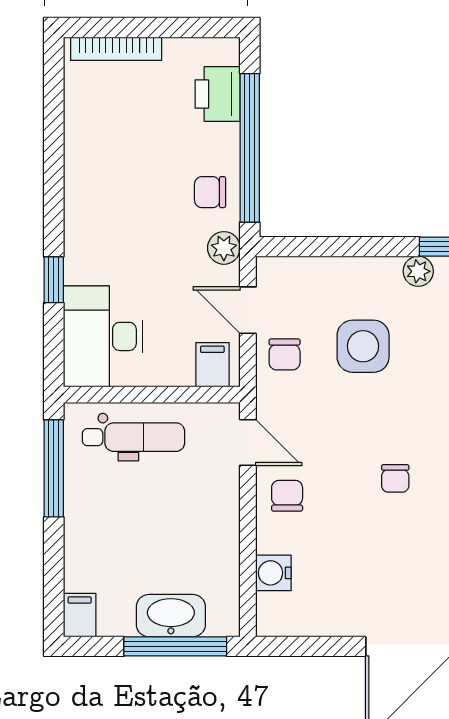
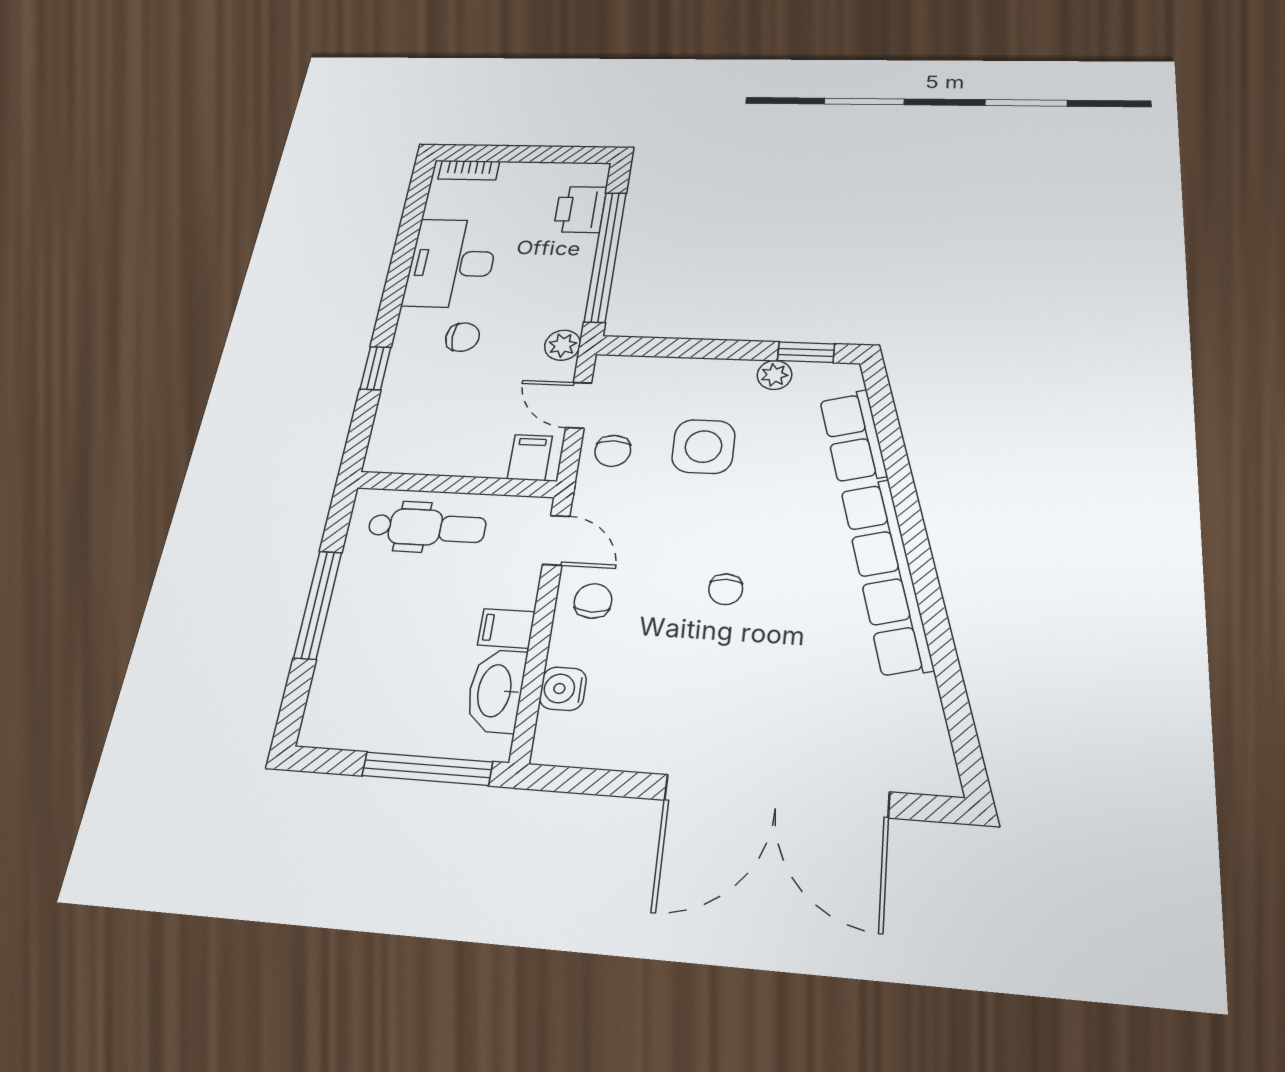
bookcase: (116, 49) -> (469, 170), width x0.64
chair: (210, 192) -> (463, 337), moved, turned 180
desk: (103, 336) -> (451, 263), moved
window: (54, 468) -> (318, 605), moved
filing cabinet: (80, 615) -> (506, 628), moved, turned -90
washbasin: (171, 616) -> (496, 691), moved, turned -90

